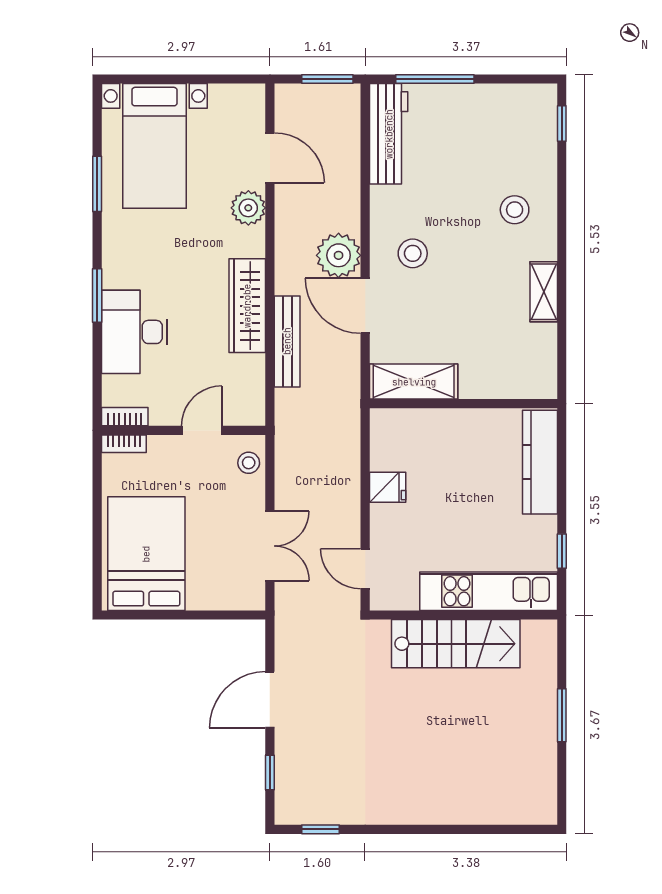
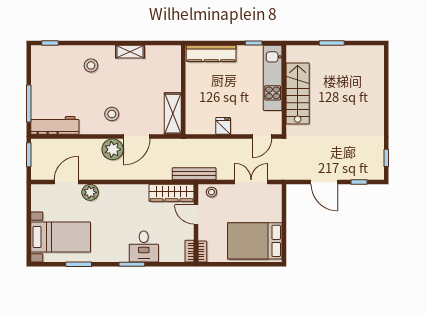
wardrobe: (247, 306) -> (172, 193), moved
desk: (135, 332) -> (144, 247), width x0.73
bench: (287, 341) -> (194, 174), moved

